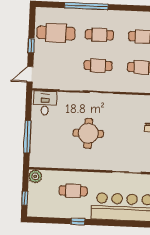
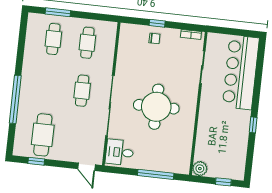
cafe table: (99, 35) -> (48, 87), removed
window: (31, 46) -> (36, 161), moved
round table: (88, 133) -> (156, 107), width x1.36, depth x1.36
cafe table: (73, 191) -> (219, 128), removed

